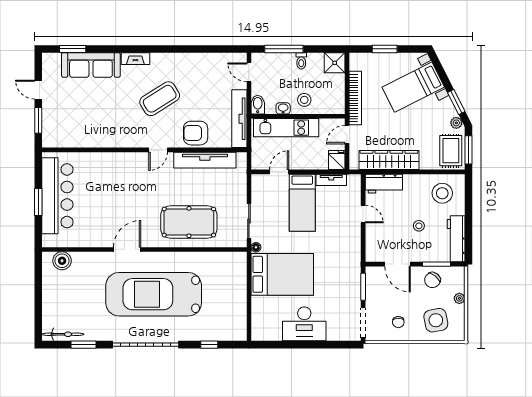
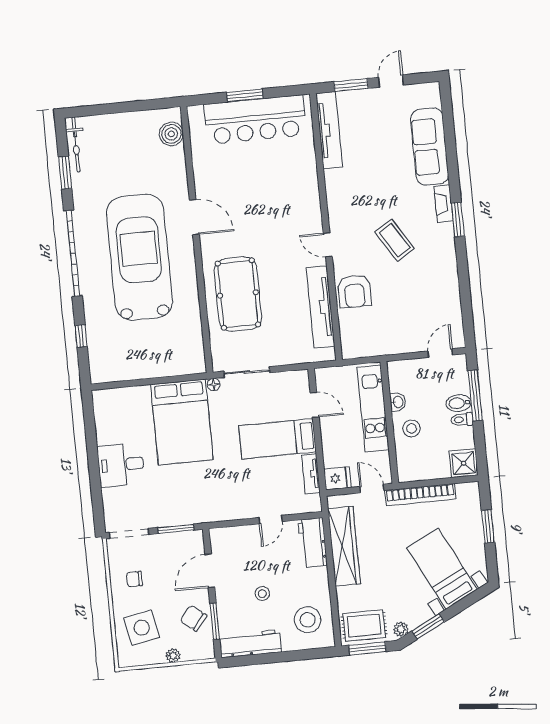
window: (73, 49) -> (458, 220), moved
coffee table: (160, 99) -> (395, 240), width x0.73, depth x0.76
bidet: (258, 105) -> (459, 403), moved, turned 180
tv unit: (239, 119) -> (329, 130), moved, turned 90
armchair: (196, 133) -> (354, 291), turned 180
desk: (304, 324) -> (121, 465), width x0.73

